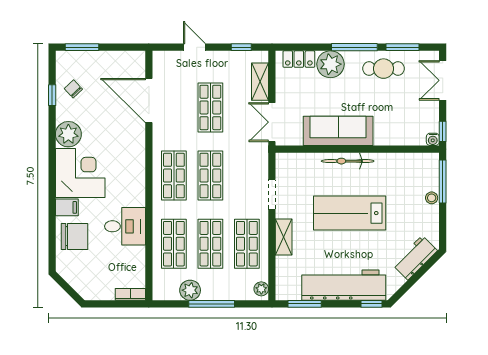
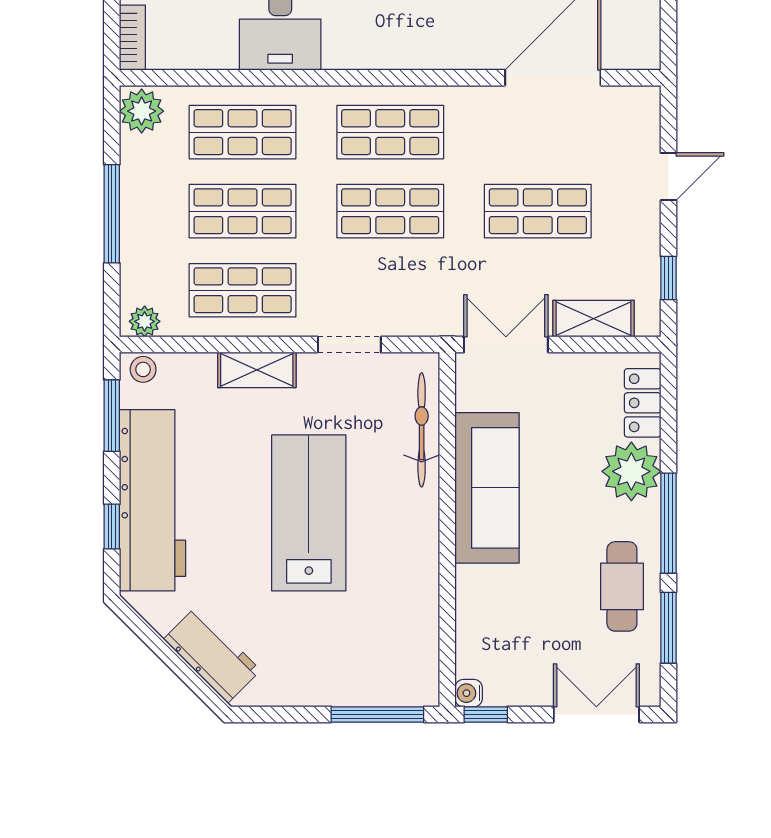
bicycle: (348, 161) -> (422, 430), moved
stool: (432, 198) -> (143, 369), moved
plant: (190, 290) -> (142, 111), moved
window: (372, 304) -> (112, 527), moved

